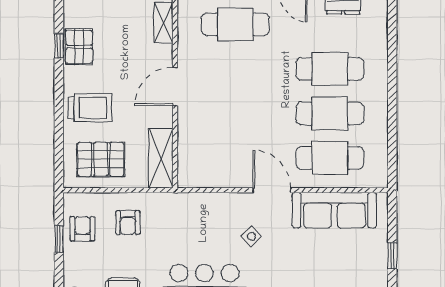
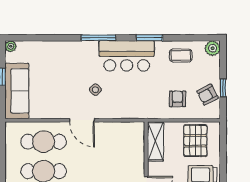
pallet: (101, 159) -> (195, 141), turned 90
sofa: (334, 210) -> (17, 91), moved, turned 90
armchair: (82, 229) -> (208, 95), turned 62

